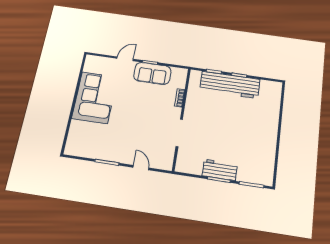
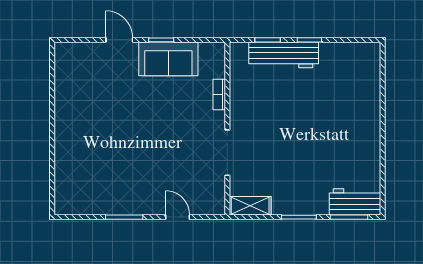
door: (125, 59) -> (119, 40), hinge flipped
workbench: (230, 85) -> (284, 55), width x0.73, depth x0.76
corner sofa: (95, 98) -> (83, 115), removed
shelving: (189, 168) -> (250, 206), added
workbench: (220, 170) -> (355, 202), moved

